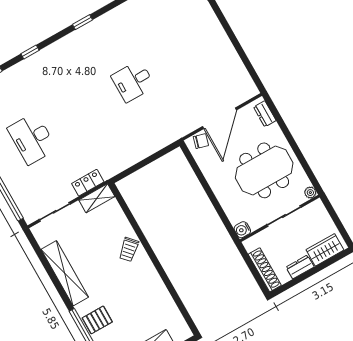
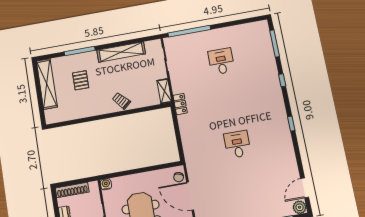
desk: (32, 139) -> (221, 61), width x0.73
locker: (88, 183) -> (180, 104), moved
pallet: (97, 320) -> (81, 80), moved

